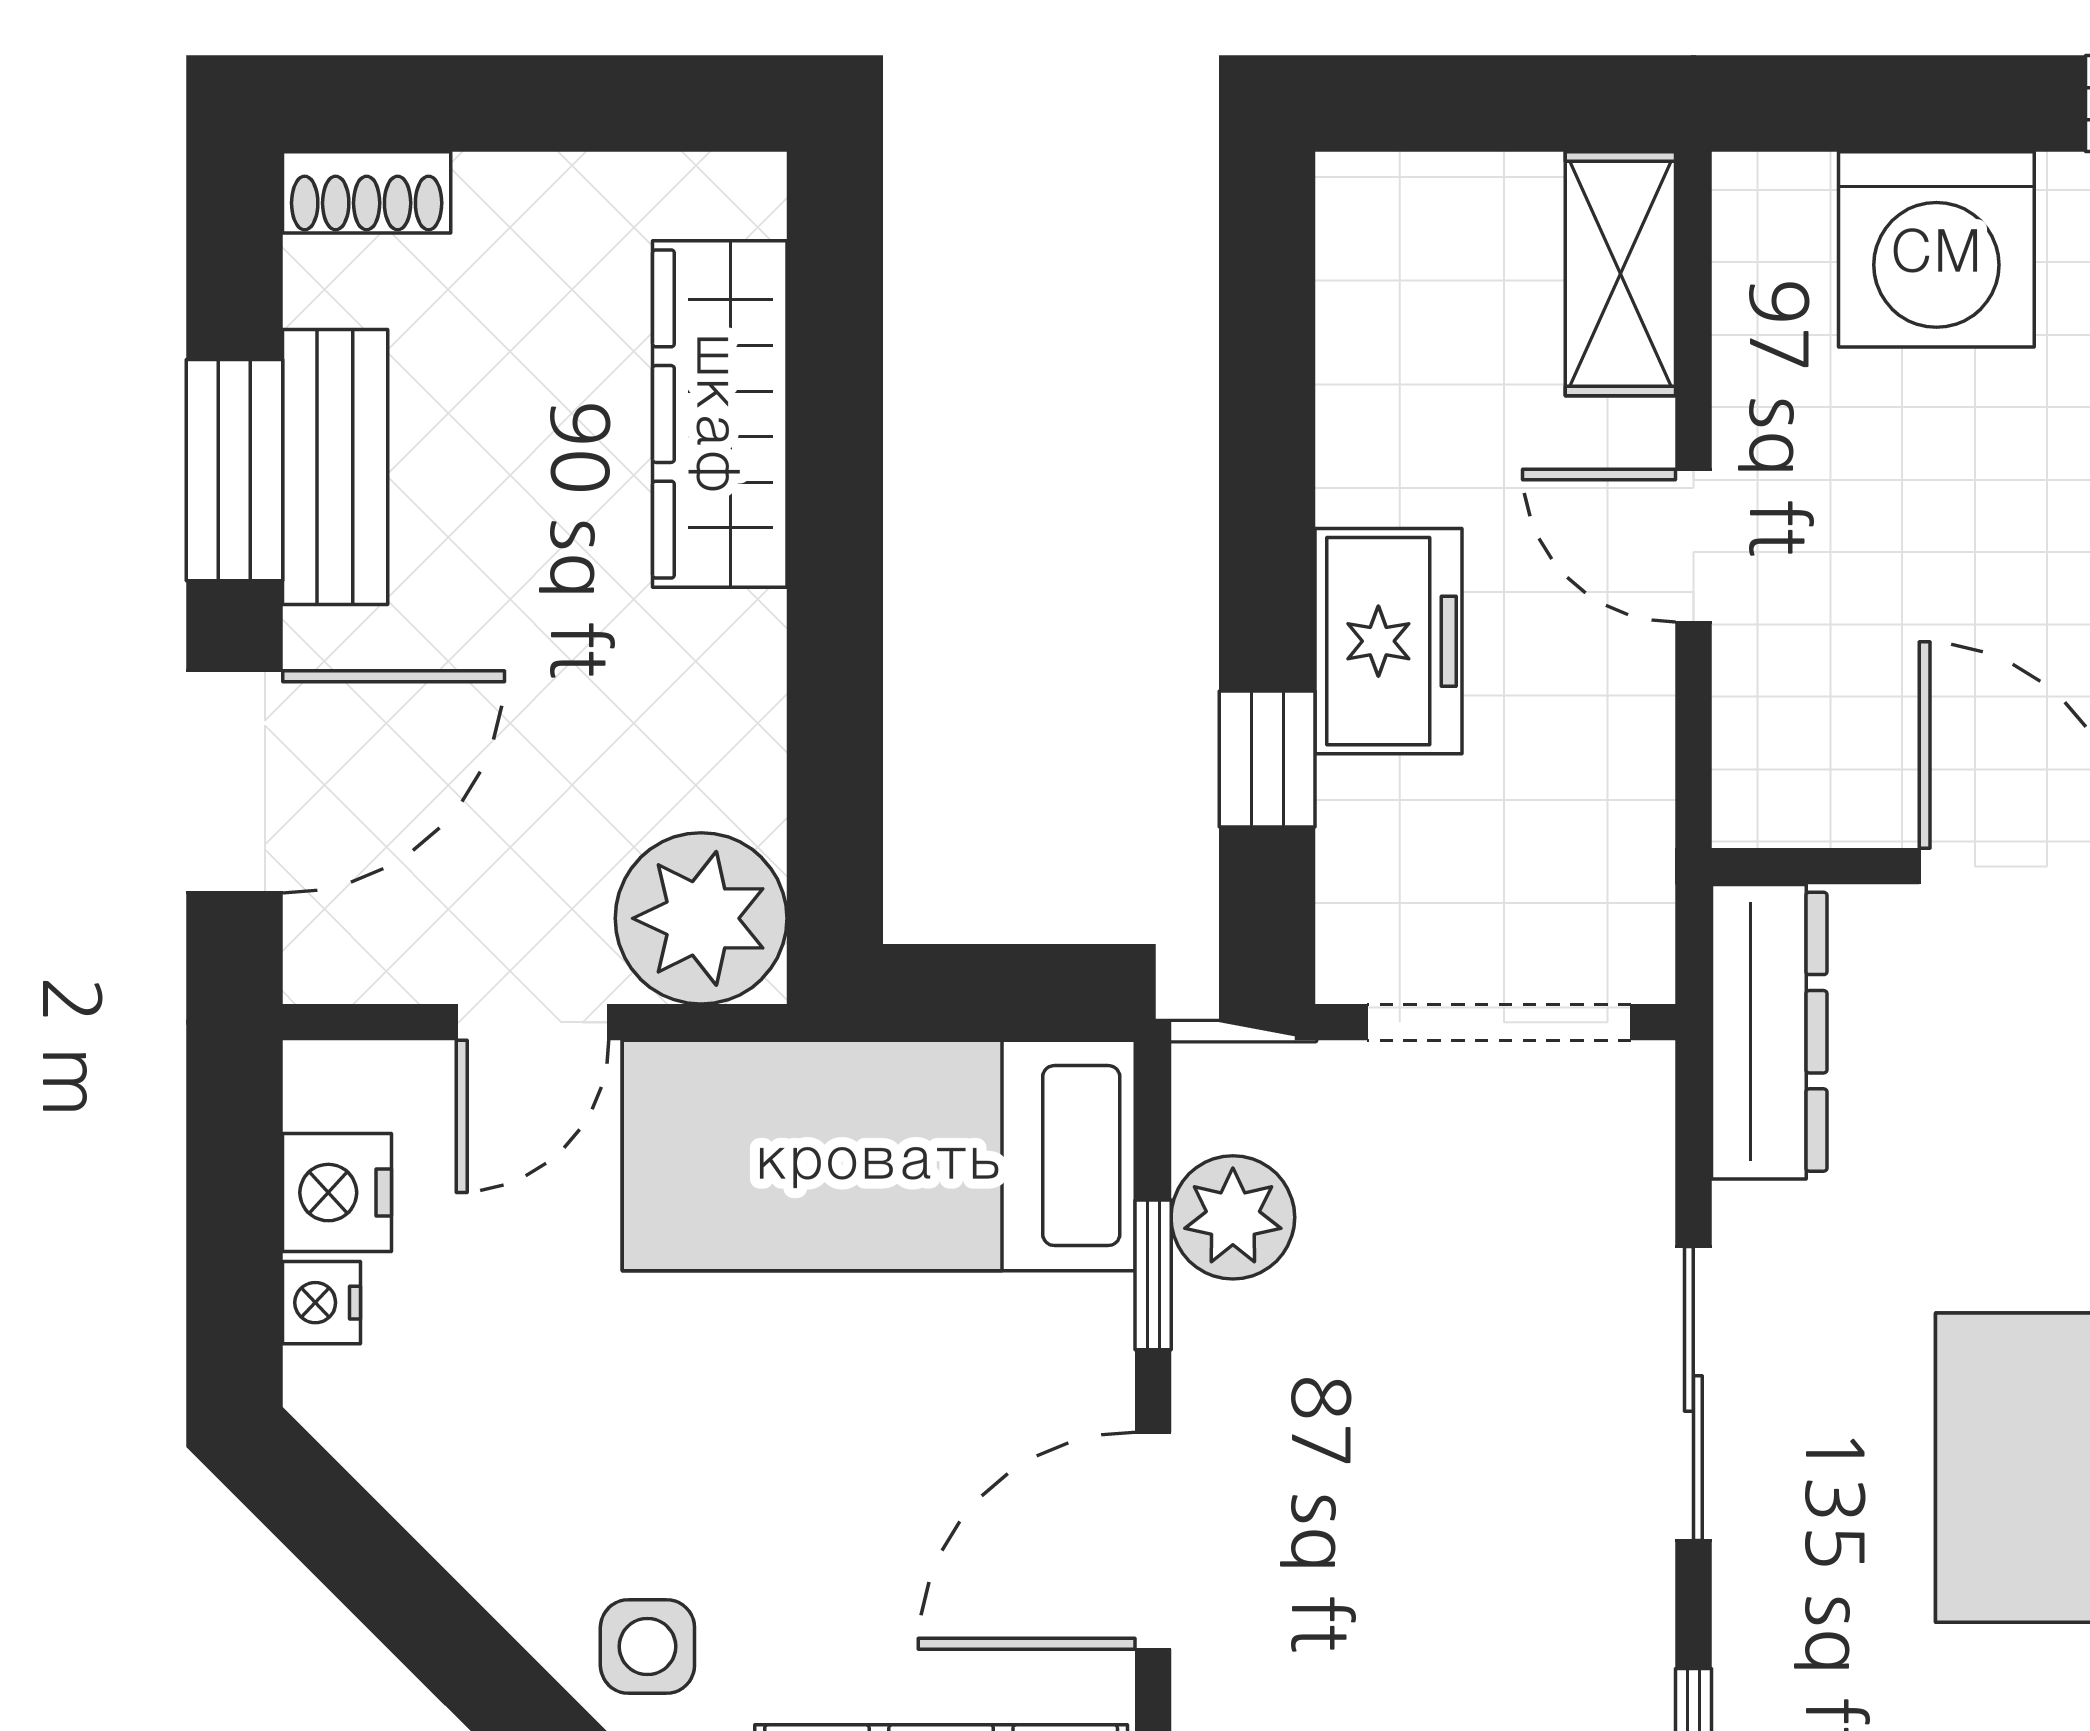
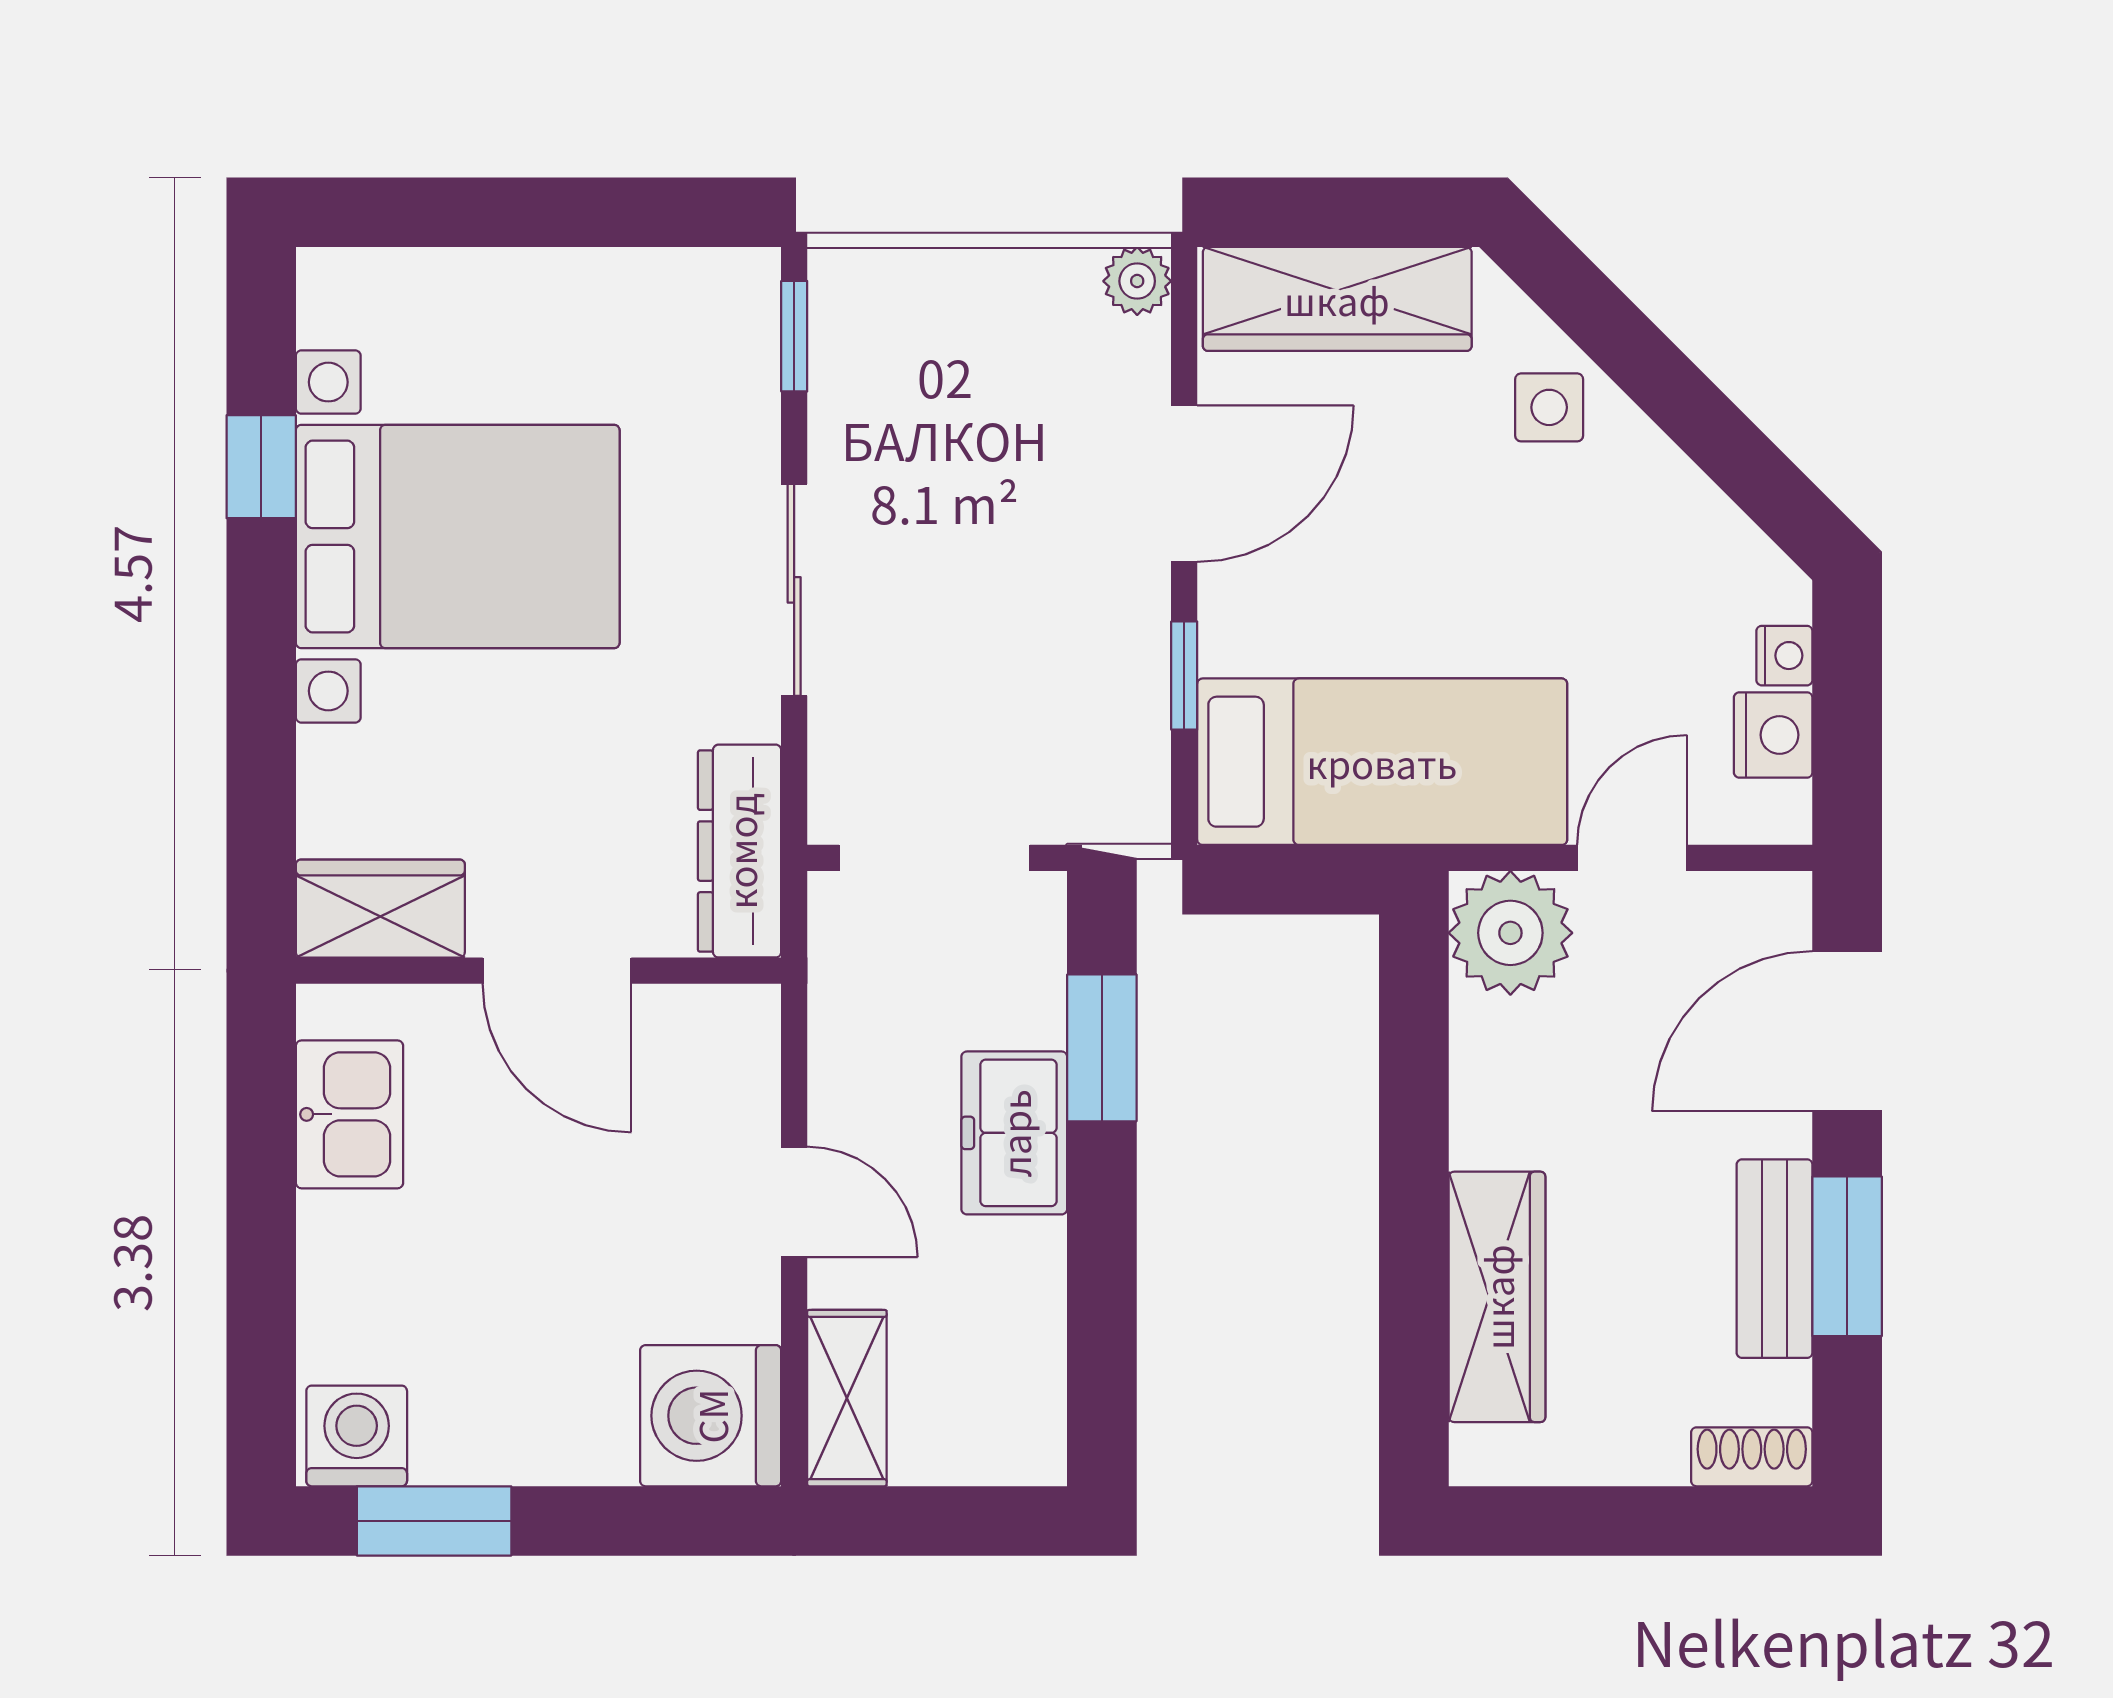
washing machine: (1936, 249) -> (711, 1416), moved, turned -90
window: (1267, 759) -> (1102, 1048), width x1.50
plant: (1233, 1217) -> (1127, 717), removed

